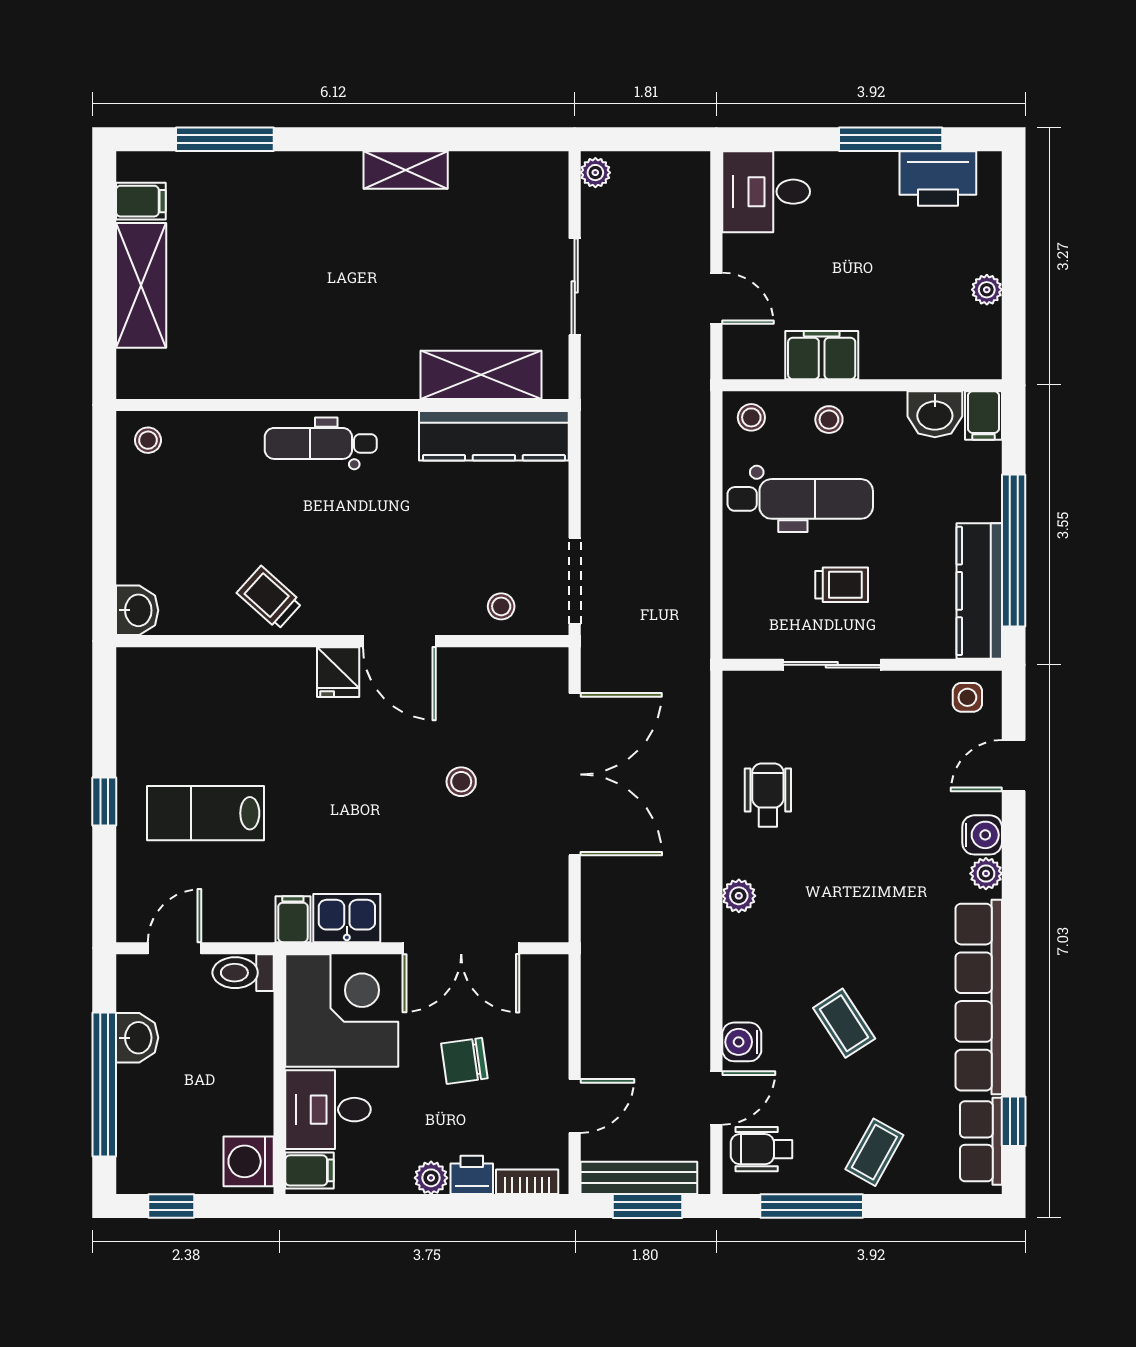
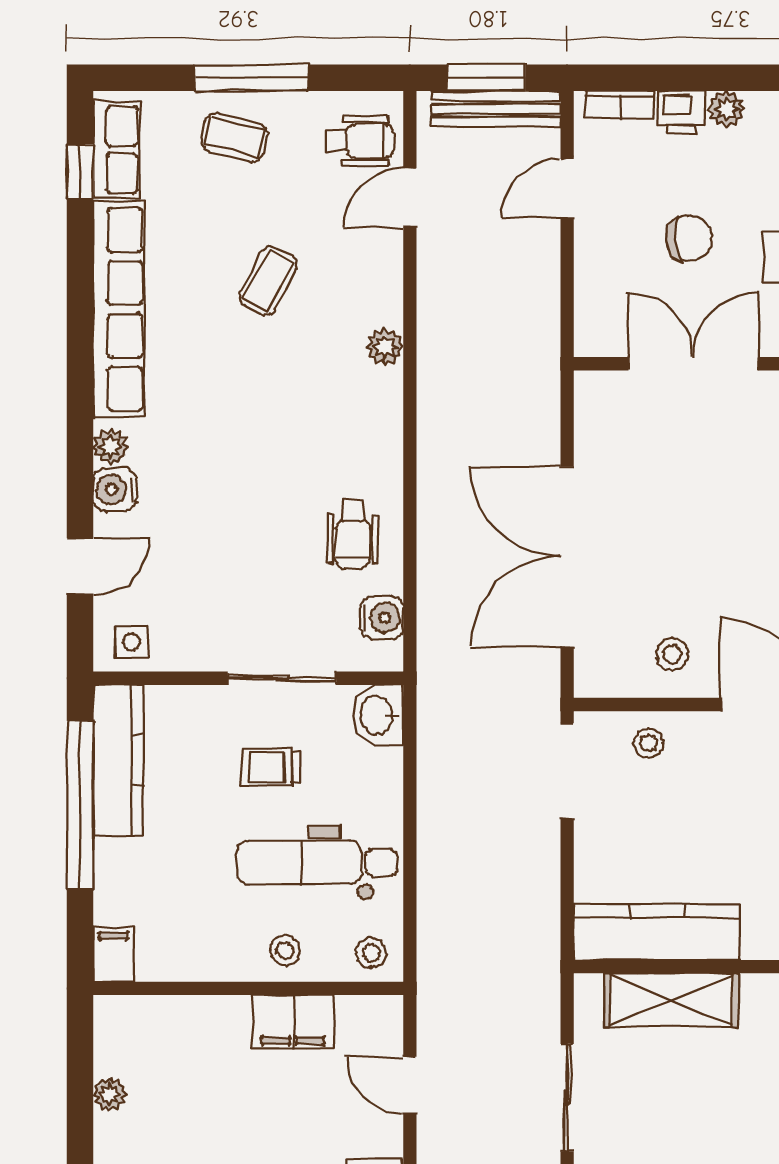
washbasin: (935, 414) -> (378, 715), moved, turned -90
stool: (461, 782) -> (672, 654), moved
plant: (739, 896) -> (385, 347), moved
coffee table: (844, 1023) -> (268, 281), turned 61
water cooler: (742, 1042) -> (382, 618), moved
coffee table: (874, 1152) -> (235, 137), turned 76
window: (812, 1206) -> (251, 78), moved

